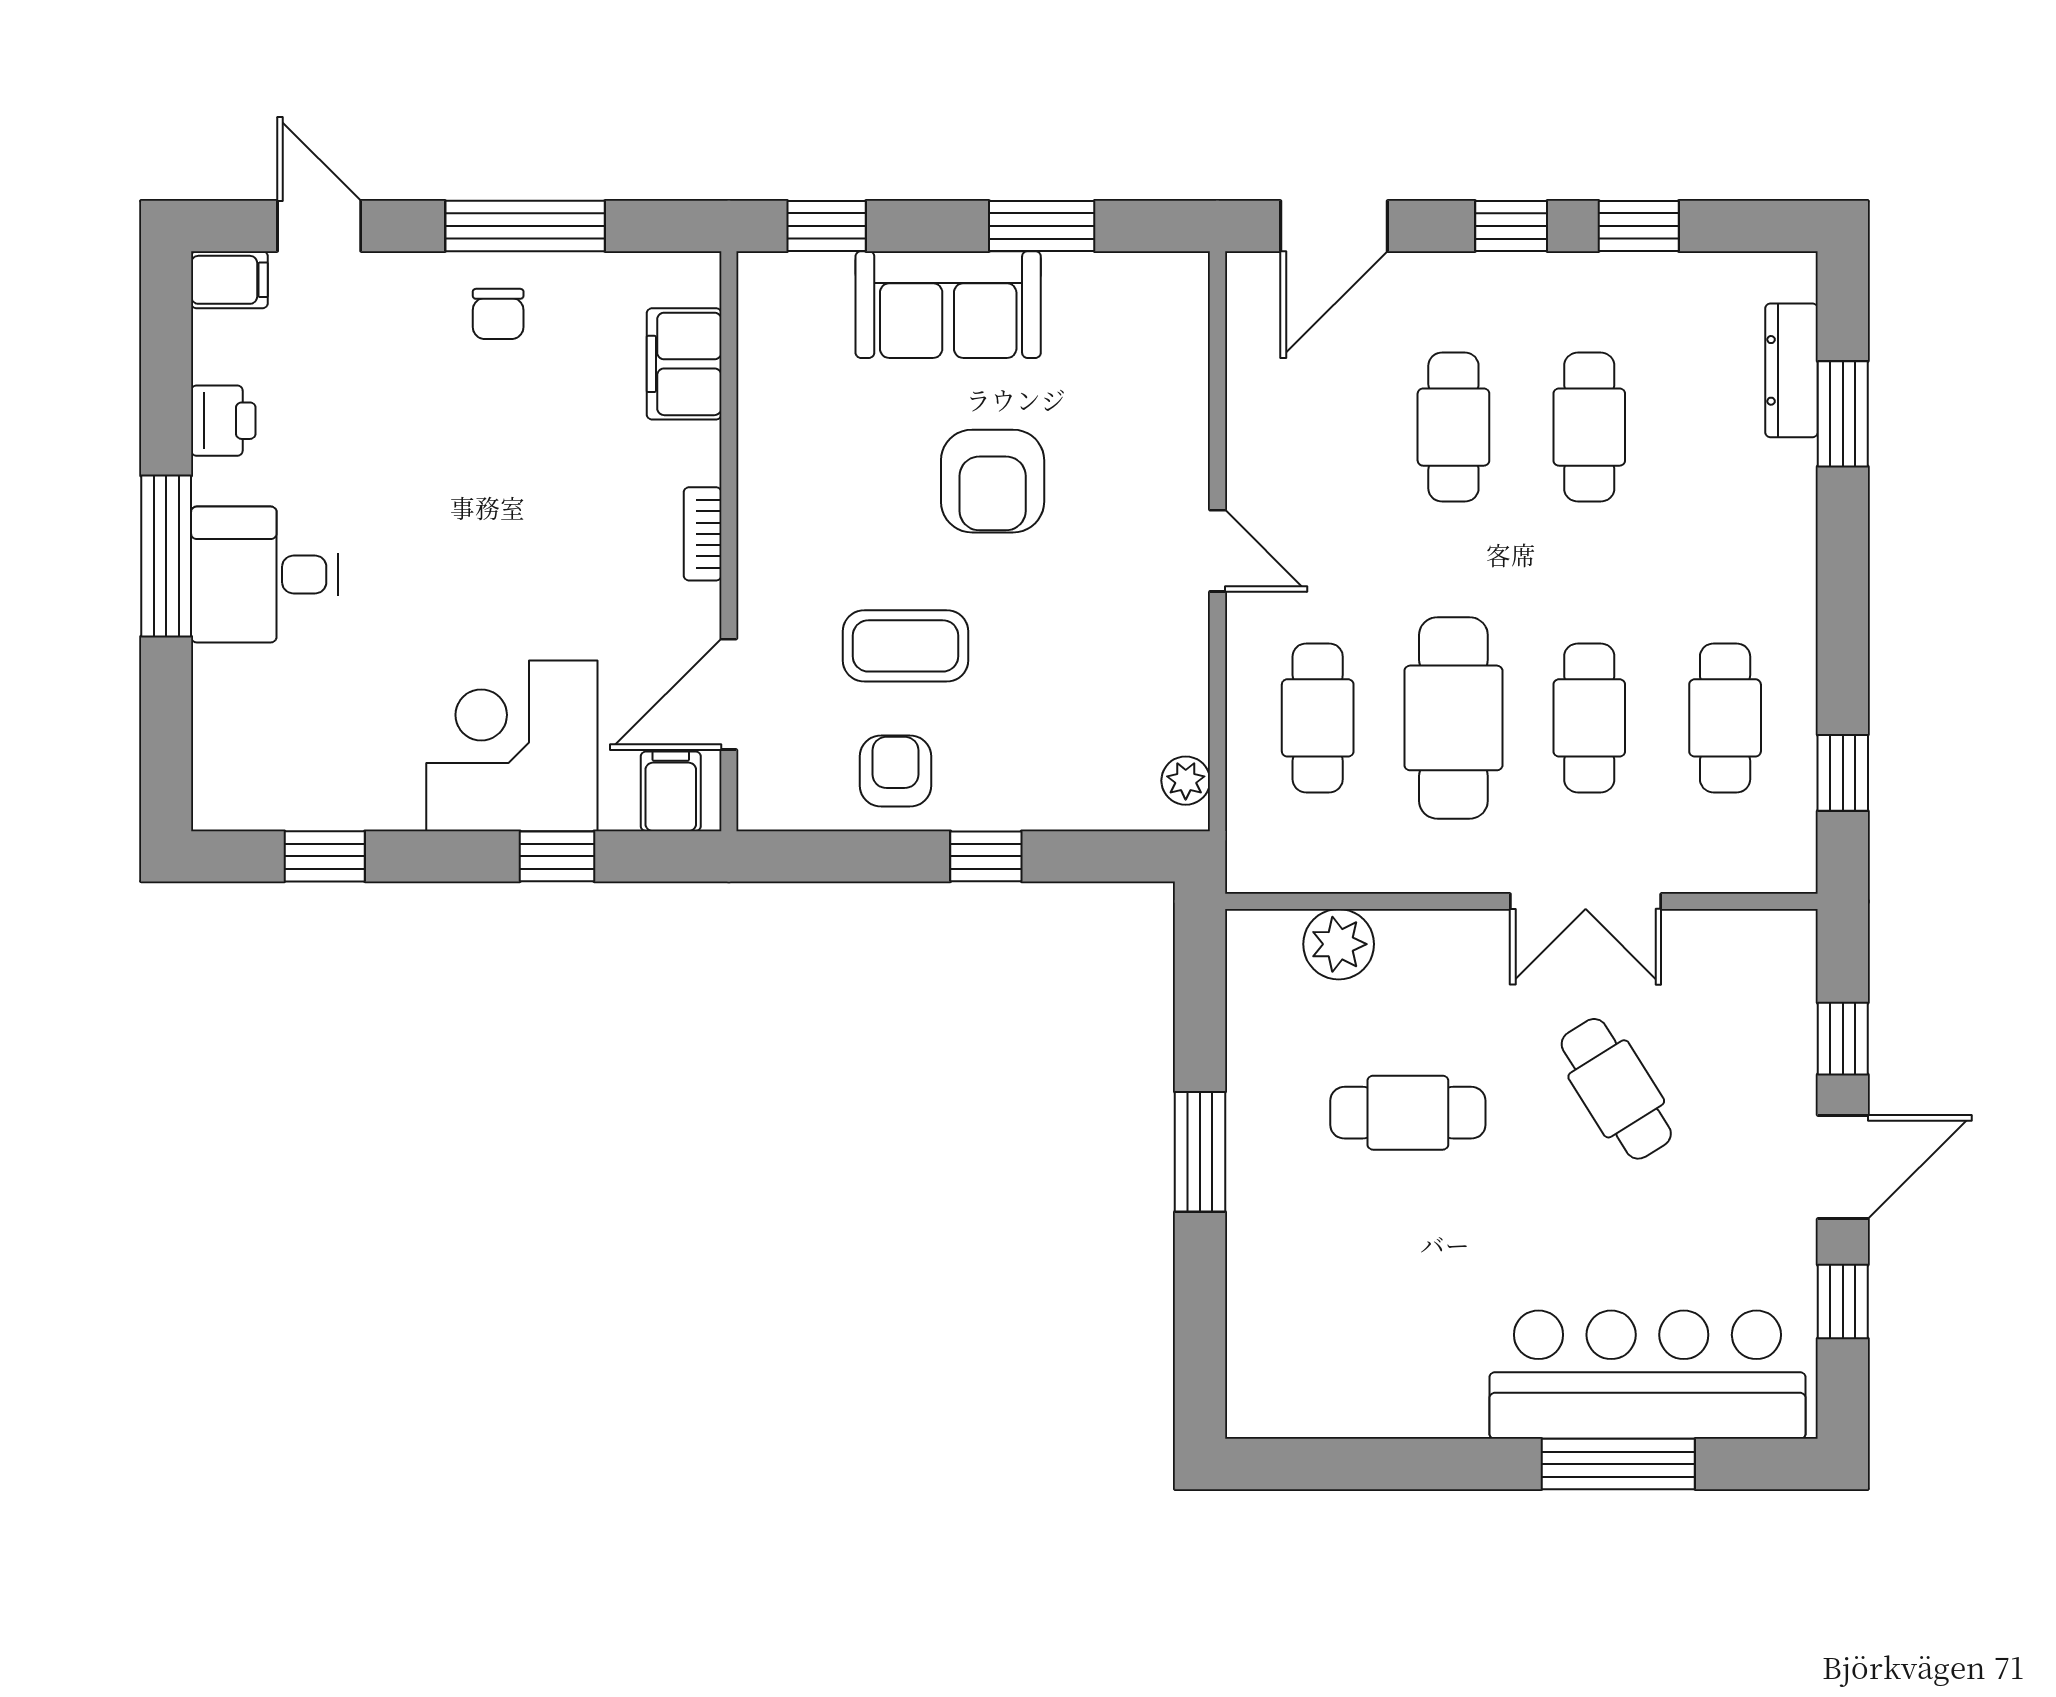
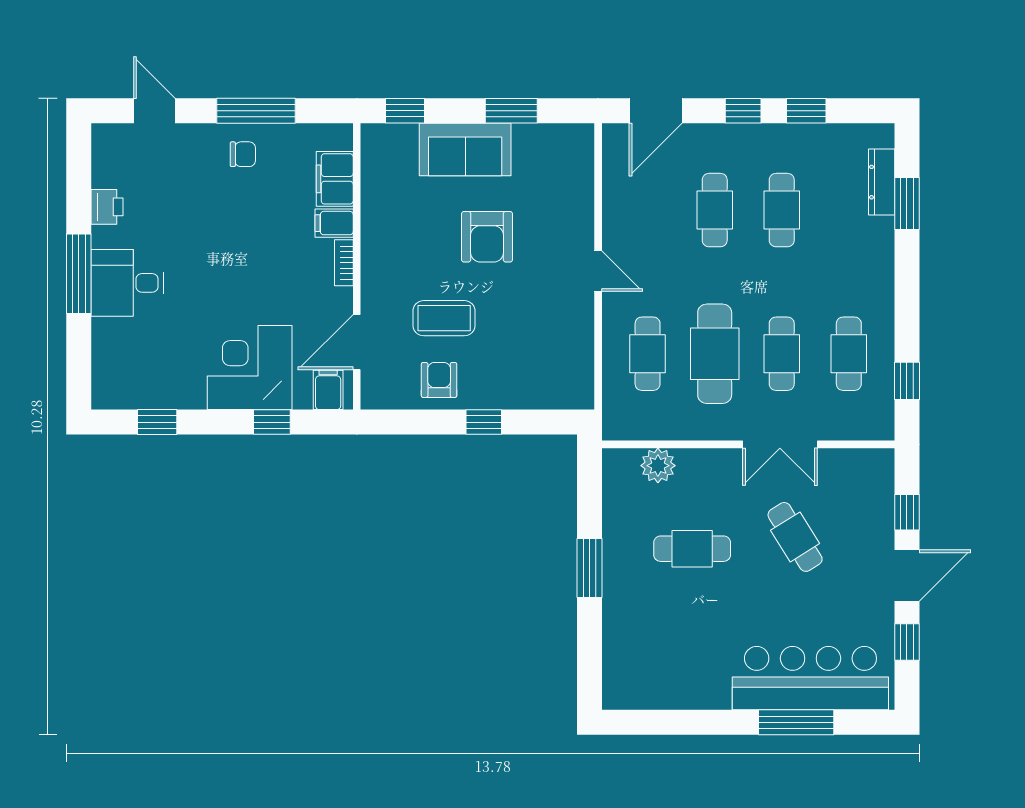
filing cabinet: (229, 280) -> (334, 223), moved, turned 180
chair: (498, 314) -> (243, 154), turned -90
plant: (1186, 781) -> (582, 385), removed

